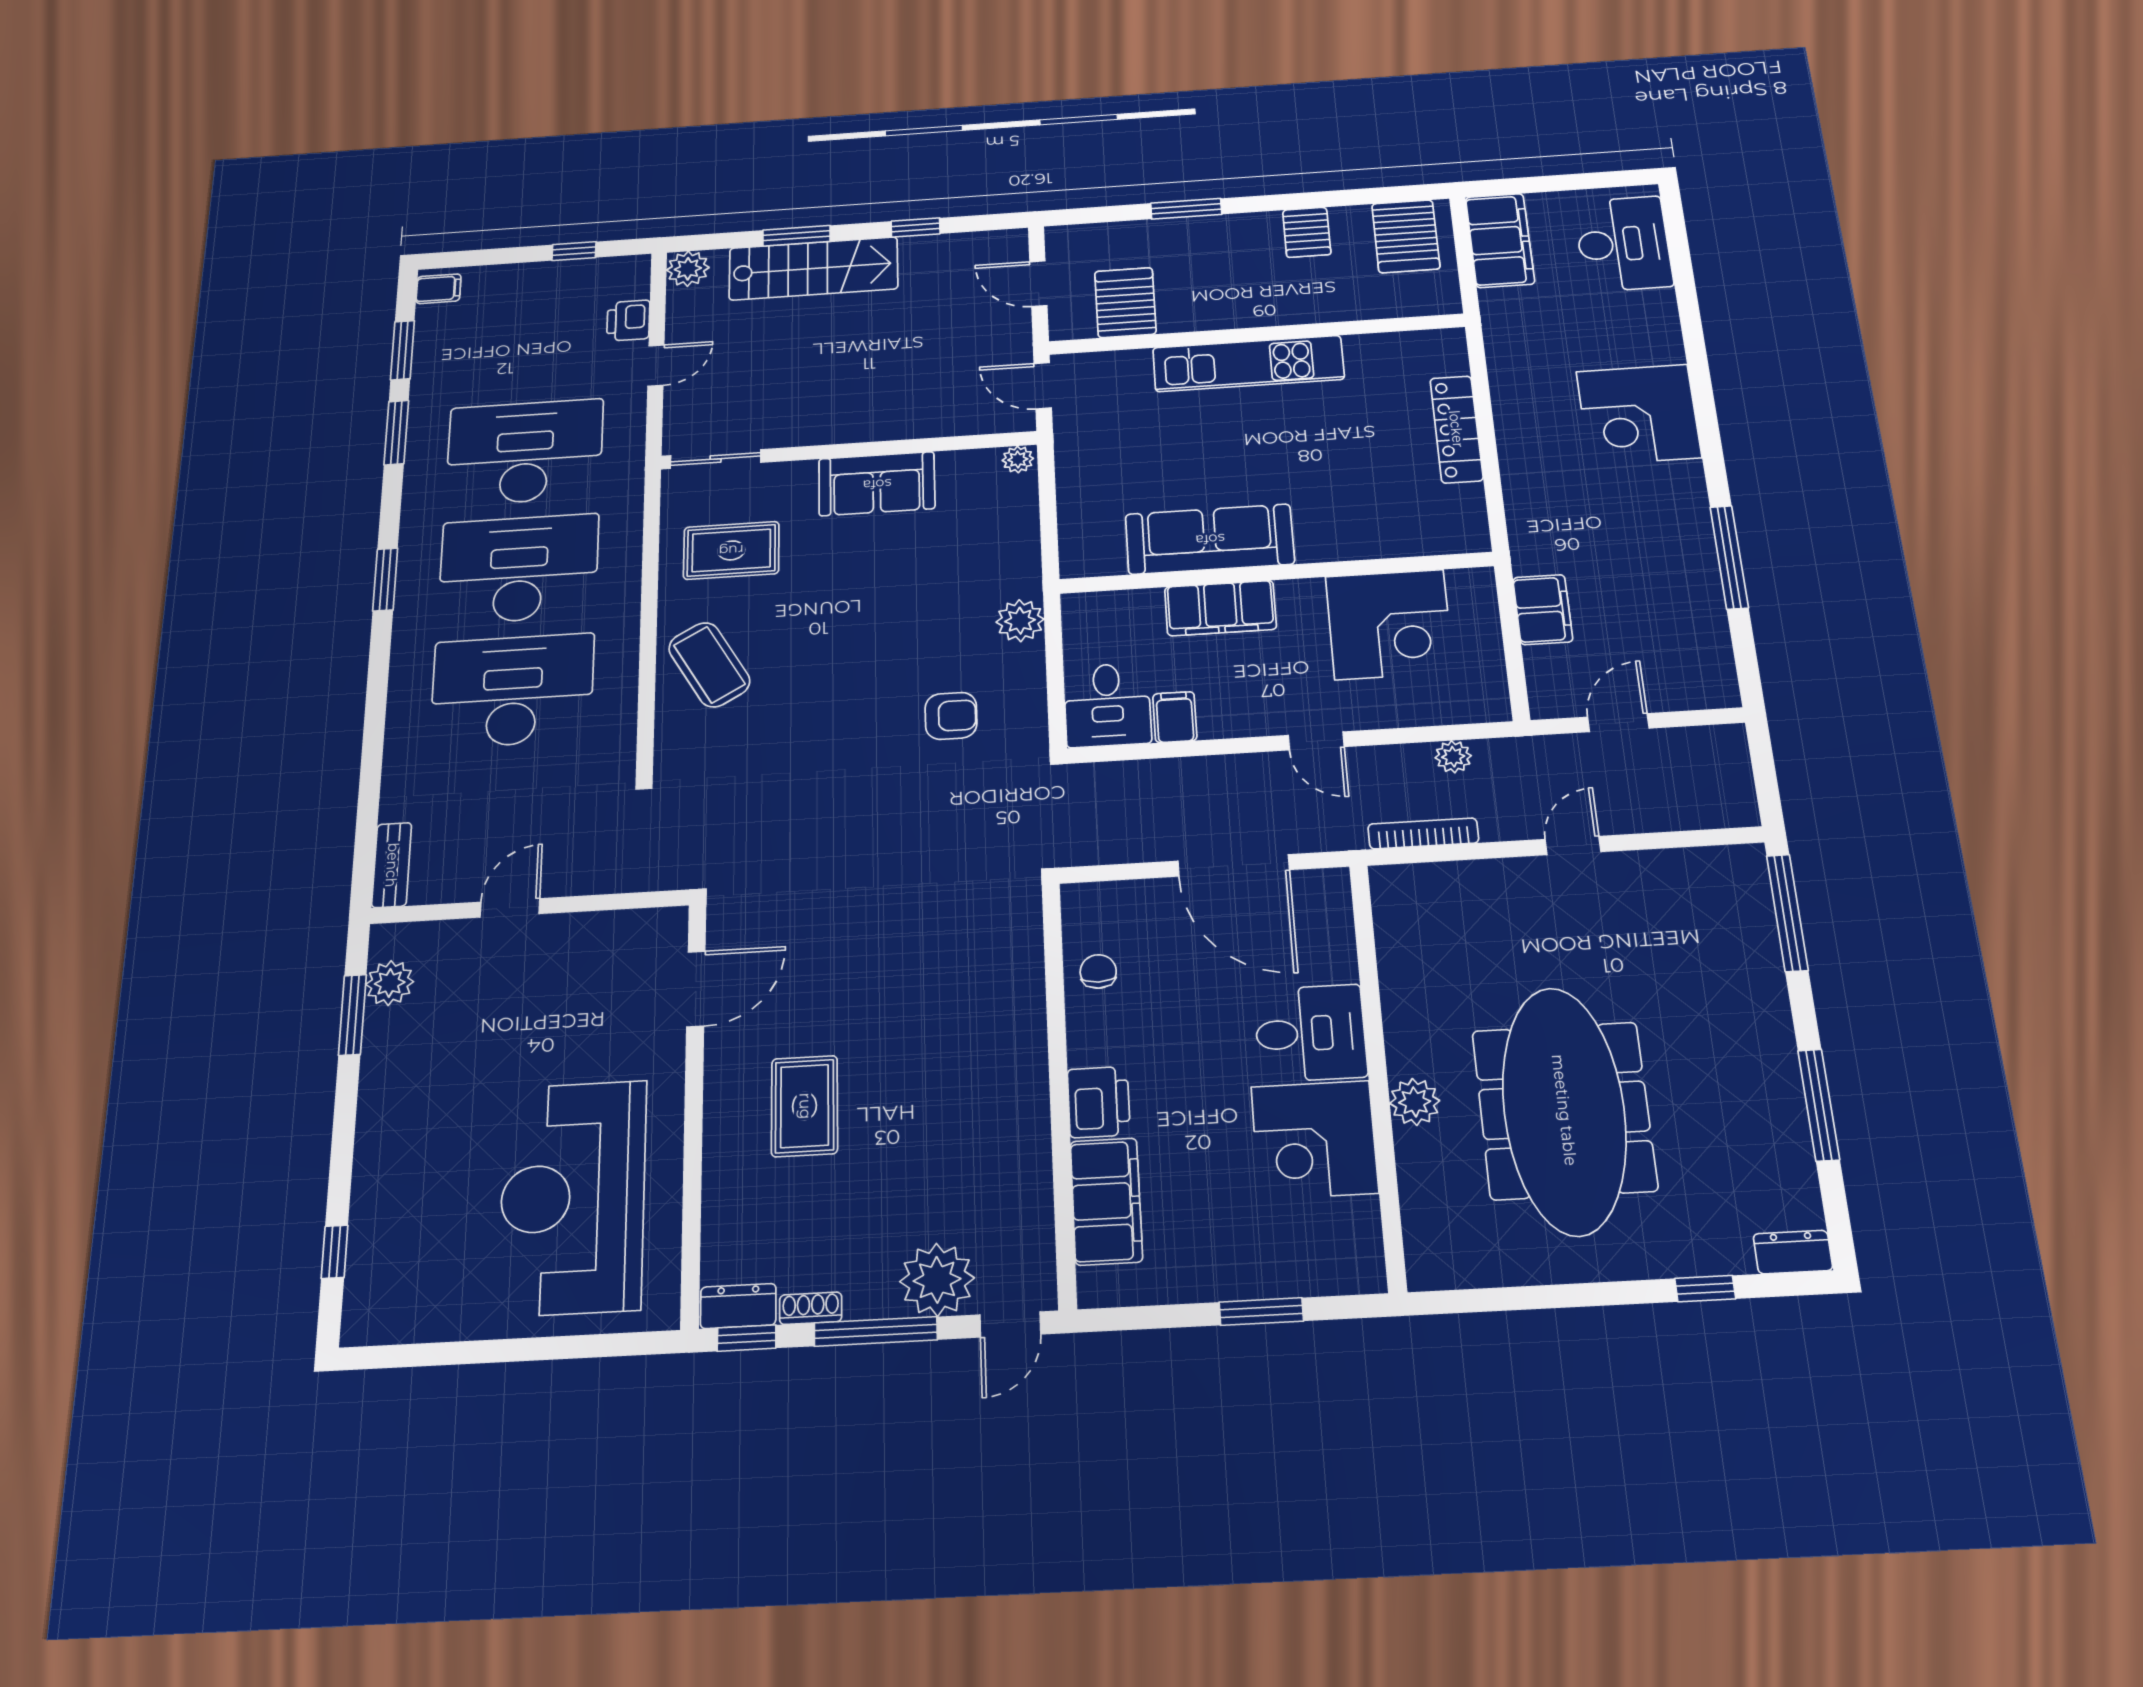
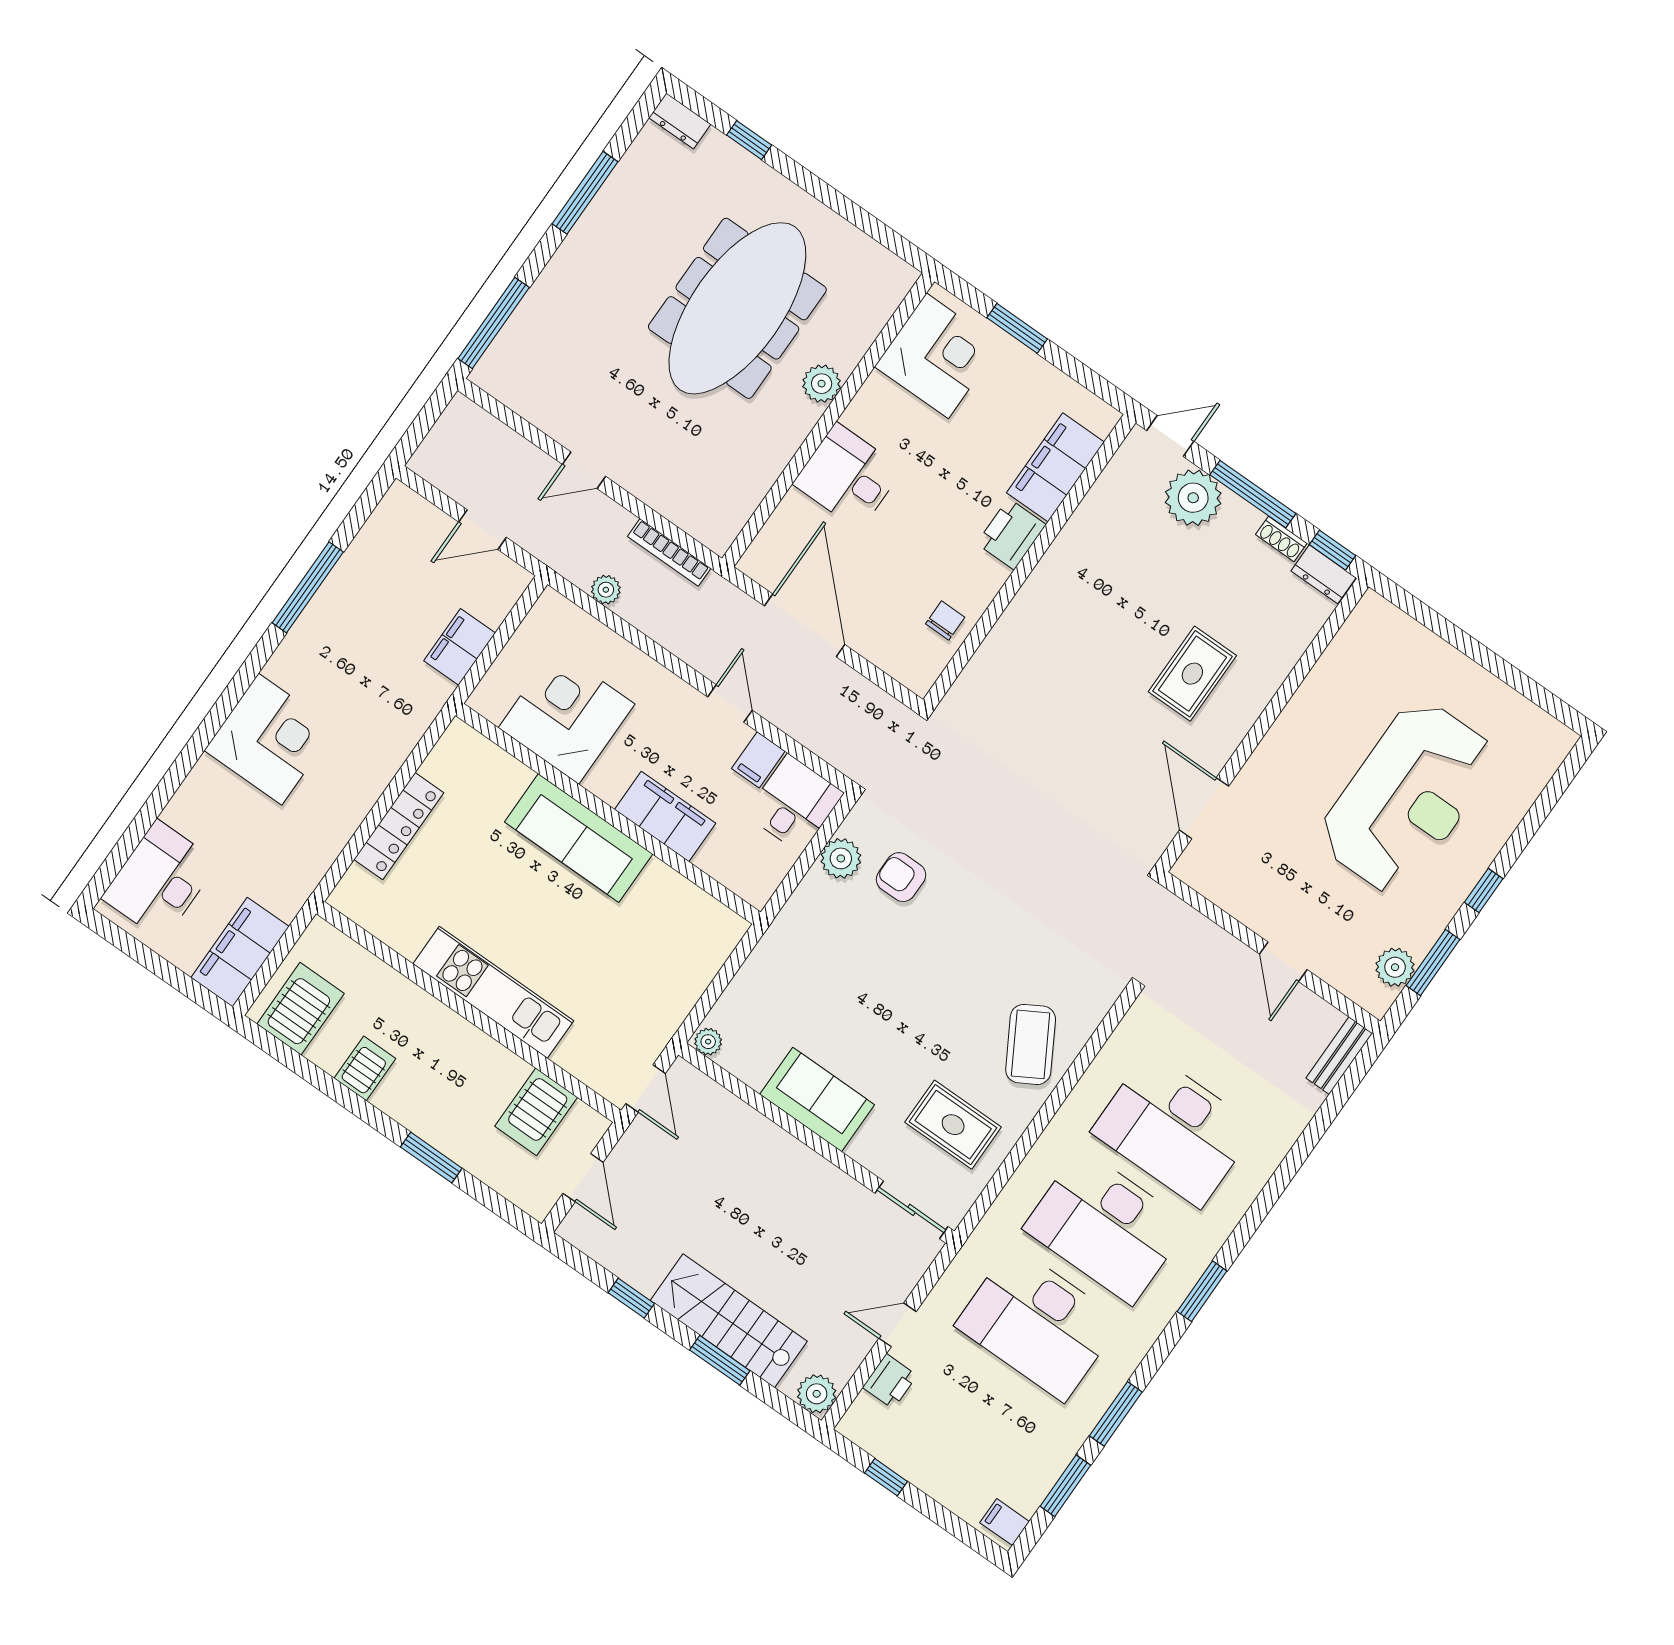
sofa: (1210, 539) -> (579, 838), moved
plant: (1020, 621) -> (841, 858), moved
door: (1316, 741) -> (730, 704), moved
door: (510, 908) -> (1283, 962), hinge flipped
chair: (1098, 971) -> (945, 620), turned 180
door: (696, 989) -> (1204, 808), hinge flipped
corner desk: (1314, 1140) -> (937, 356), moved
reception desk: (573, 1197) -> (1407, 797), moved
window: (335, 1252) -> (1484, 891), moved

